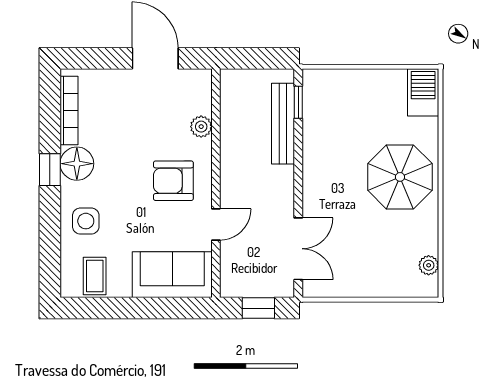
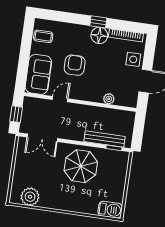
parasol: (400, 177) -> (81, 166), moved
armchair: (173, 181) -> (75, 65), moved
side table: (86, 221) -> (133, 59), moved
door: (216, 224) -> (60, 99), swing flipped
plant: (429, 265) -> (30, 197), width x1.88, depth x1.88

